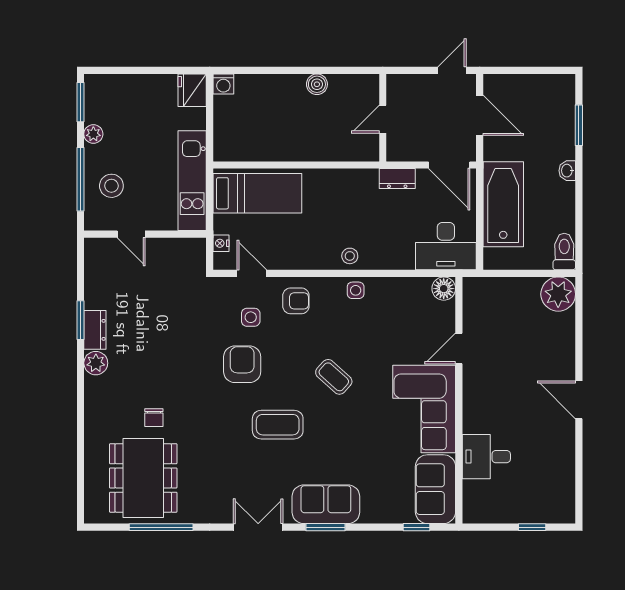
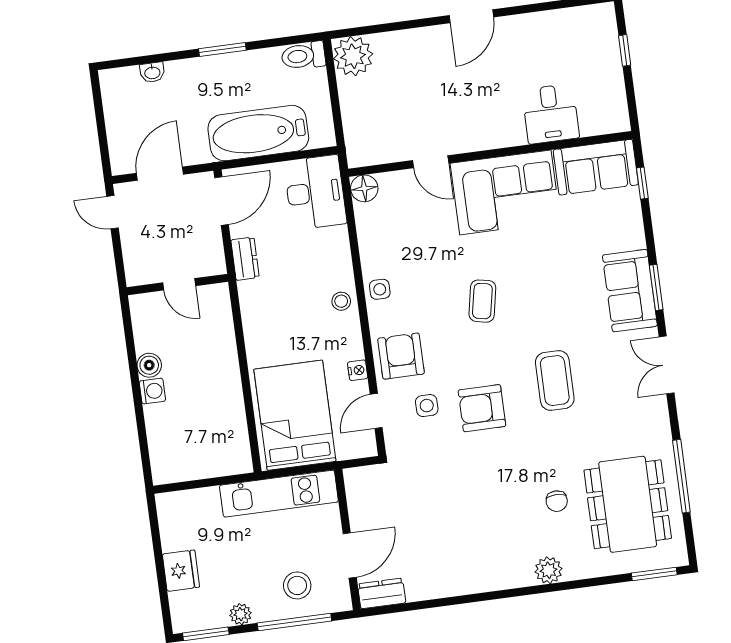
washing machine: (223, 84) -> (152, 391), moved
fridge: (192, 90) -> (181, 571), moved, turned -90
window: (579, 125) -> (222, 49), moved
washbasin: (567, 171) -> (152, 72), moved
bed: (257, 193) -> (295, 415), width x1.50
door: (131, 234) -> (350, 555), width x1.38
nightstand: (221, 243) -> (358, 370), moved, turned -90
armchair: (296, 301) -> (401, 356), width x1.38, depth x1.38
window: (81, 320) -> (654, 574), moved
dresser: (95, 330) -> (382, 593), moved
plant: (96, 363) -> (548, 570), moved
coffee table: (334, 377) -> (482, 301), turned -31
chair: (154, 418) -> (557, 501), turned 90
coffee table: (278, 425) -> (555, 381), moved
dining table: (143, 478) -> (628, 504), turned 90

